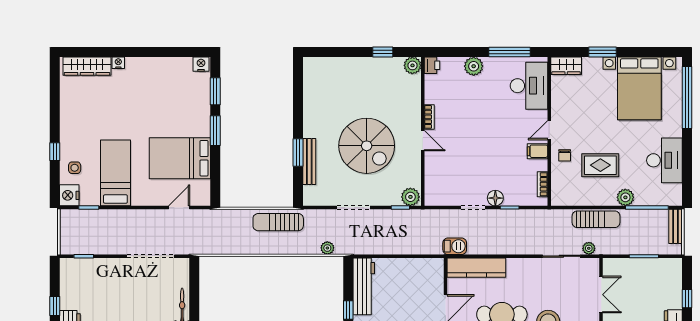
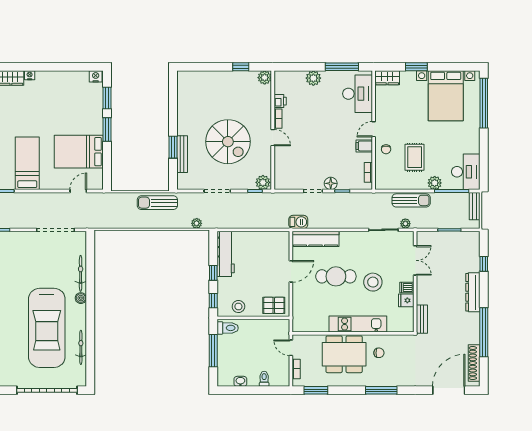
printer: (432, 65) -> (280, 101), moved
desk: (664, 160) -> (466, 172), moved
rug: (600, 165) -> (415, 157), turned 90

